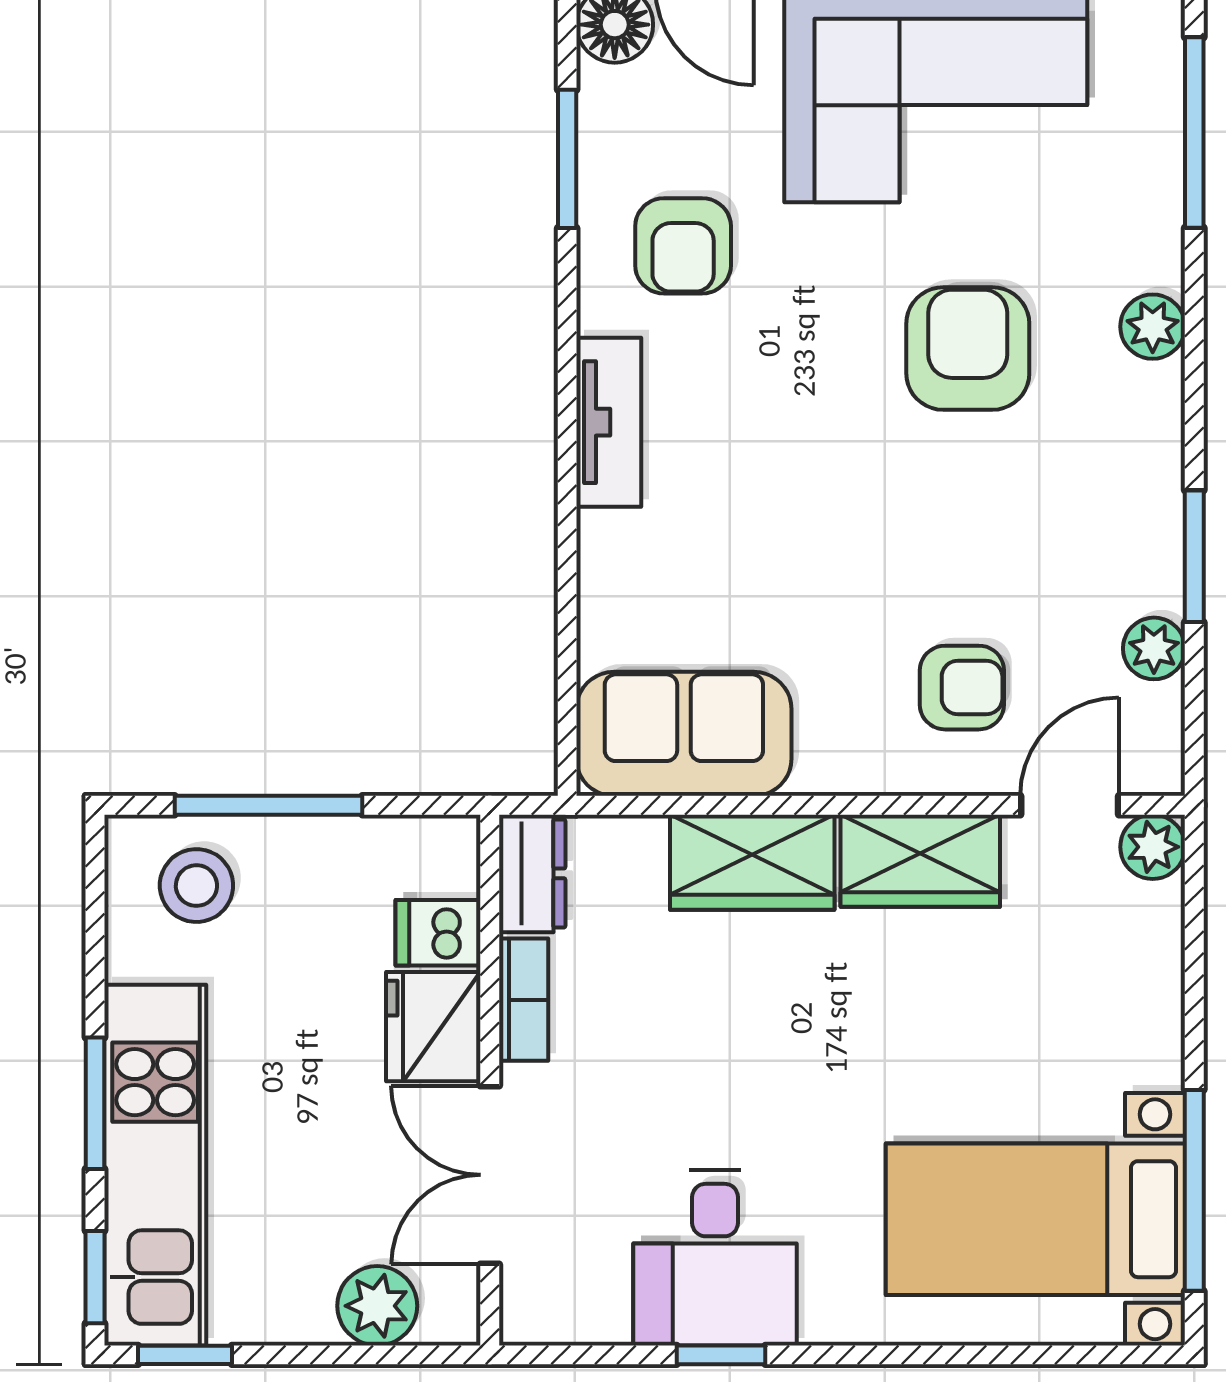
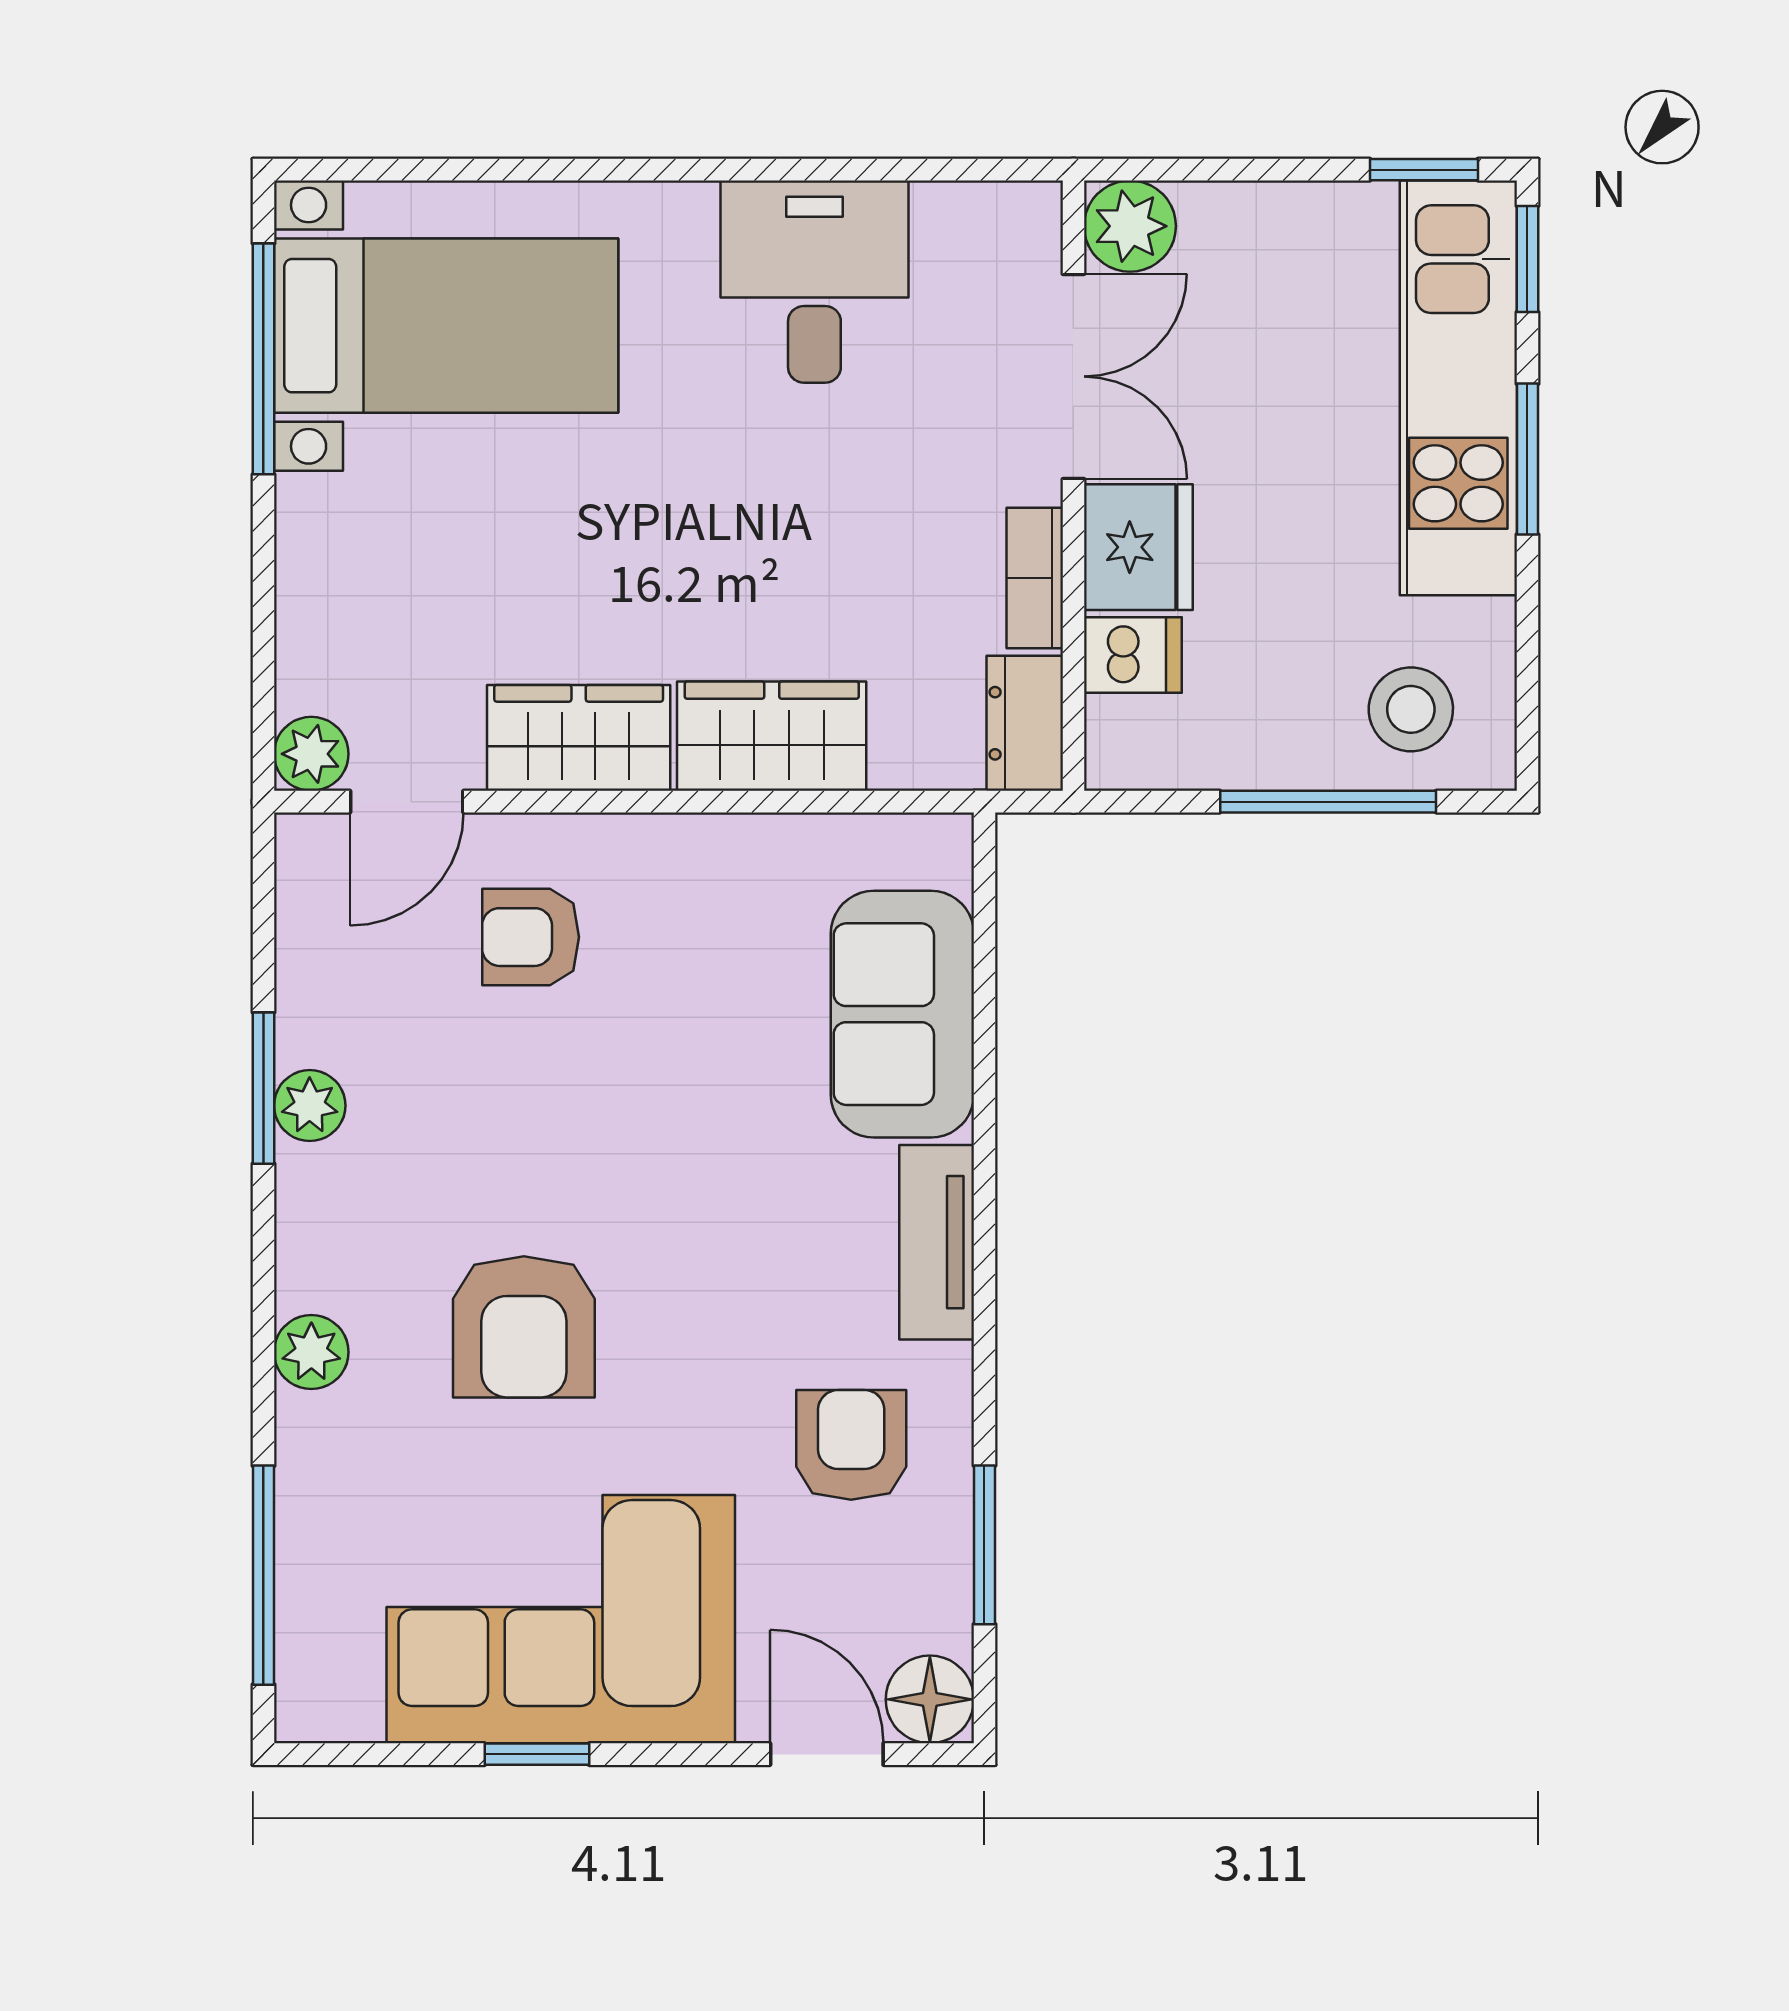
plant: (1154, 648) -> (310, 1106), moved
sofa: (684, 734) -> (902, 1014), moved, turned 90
plant: (377, 1306) -> (1130, 226), moved
window: (721, 1355) -> (808, 170), removed

